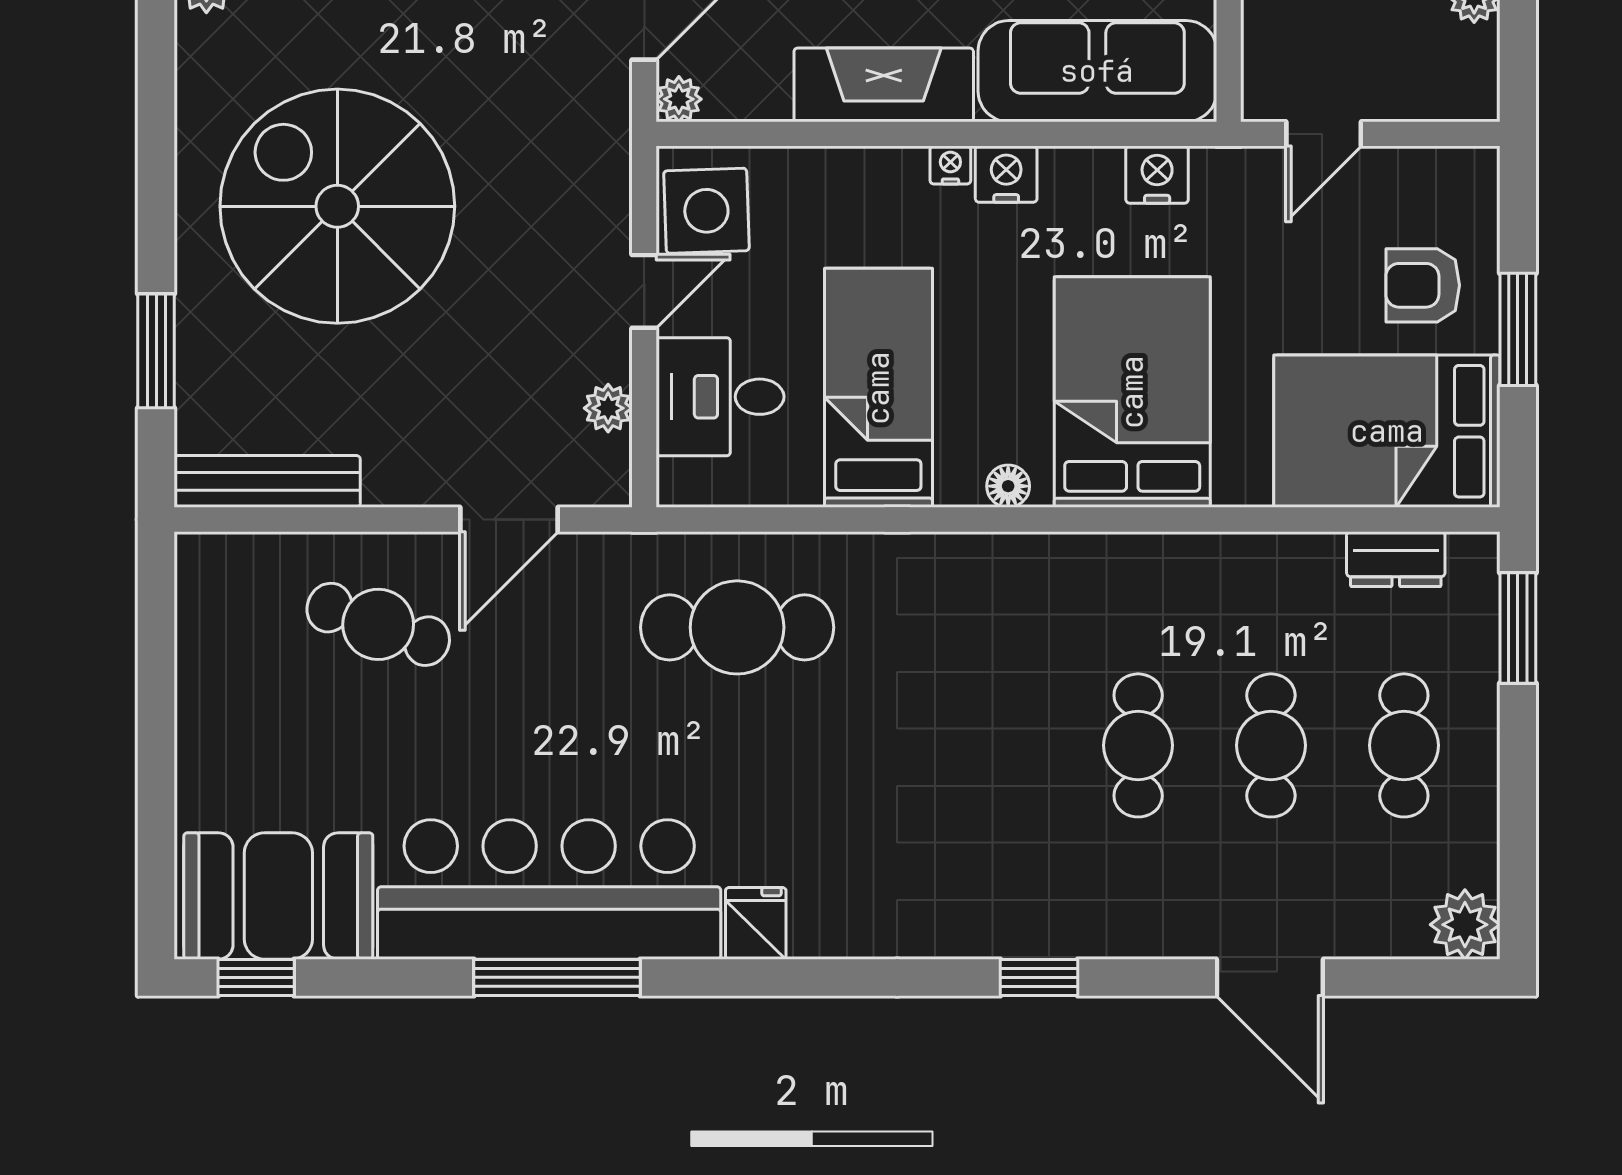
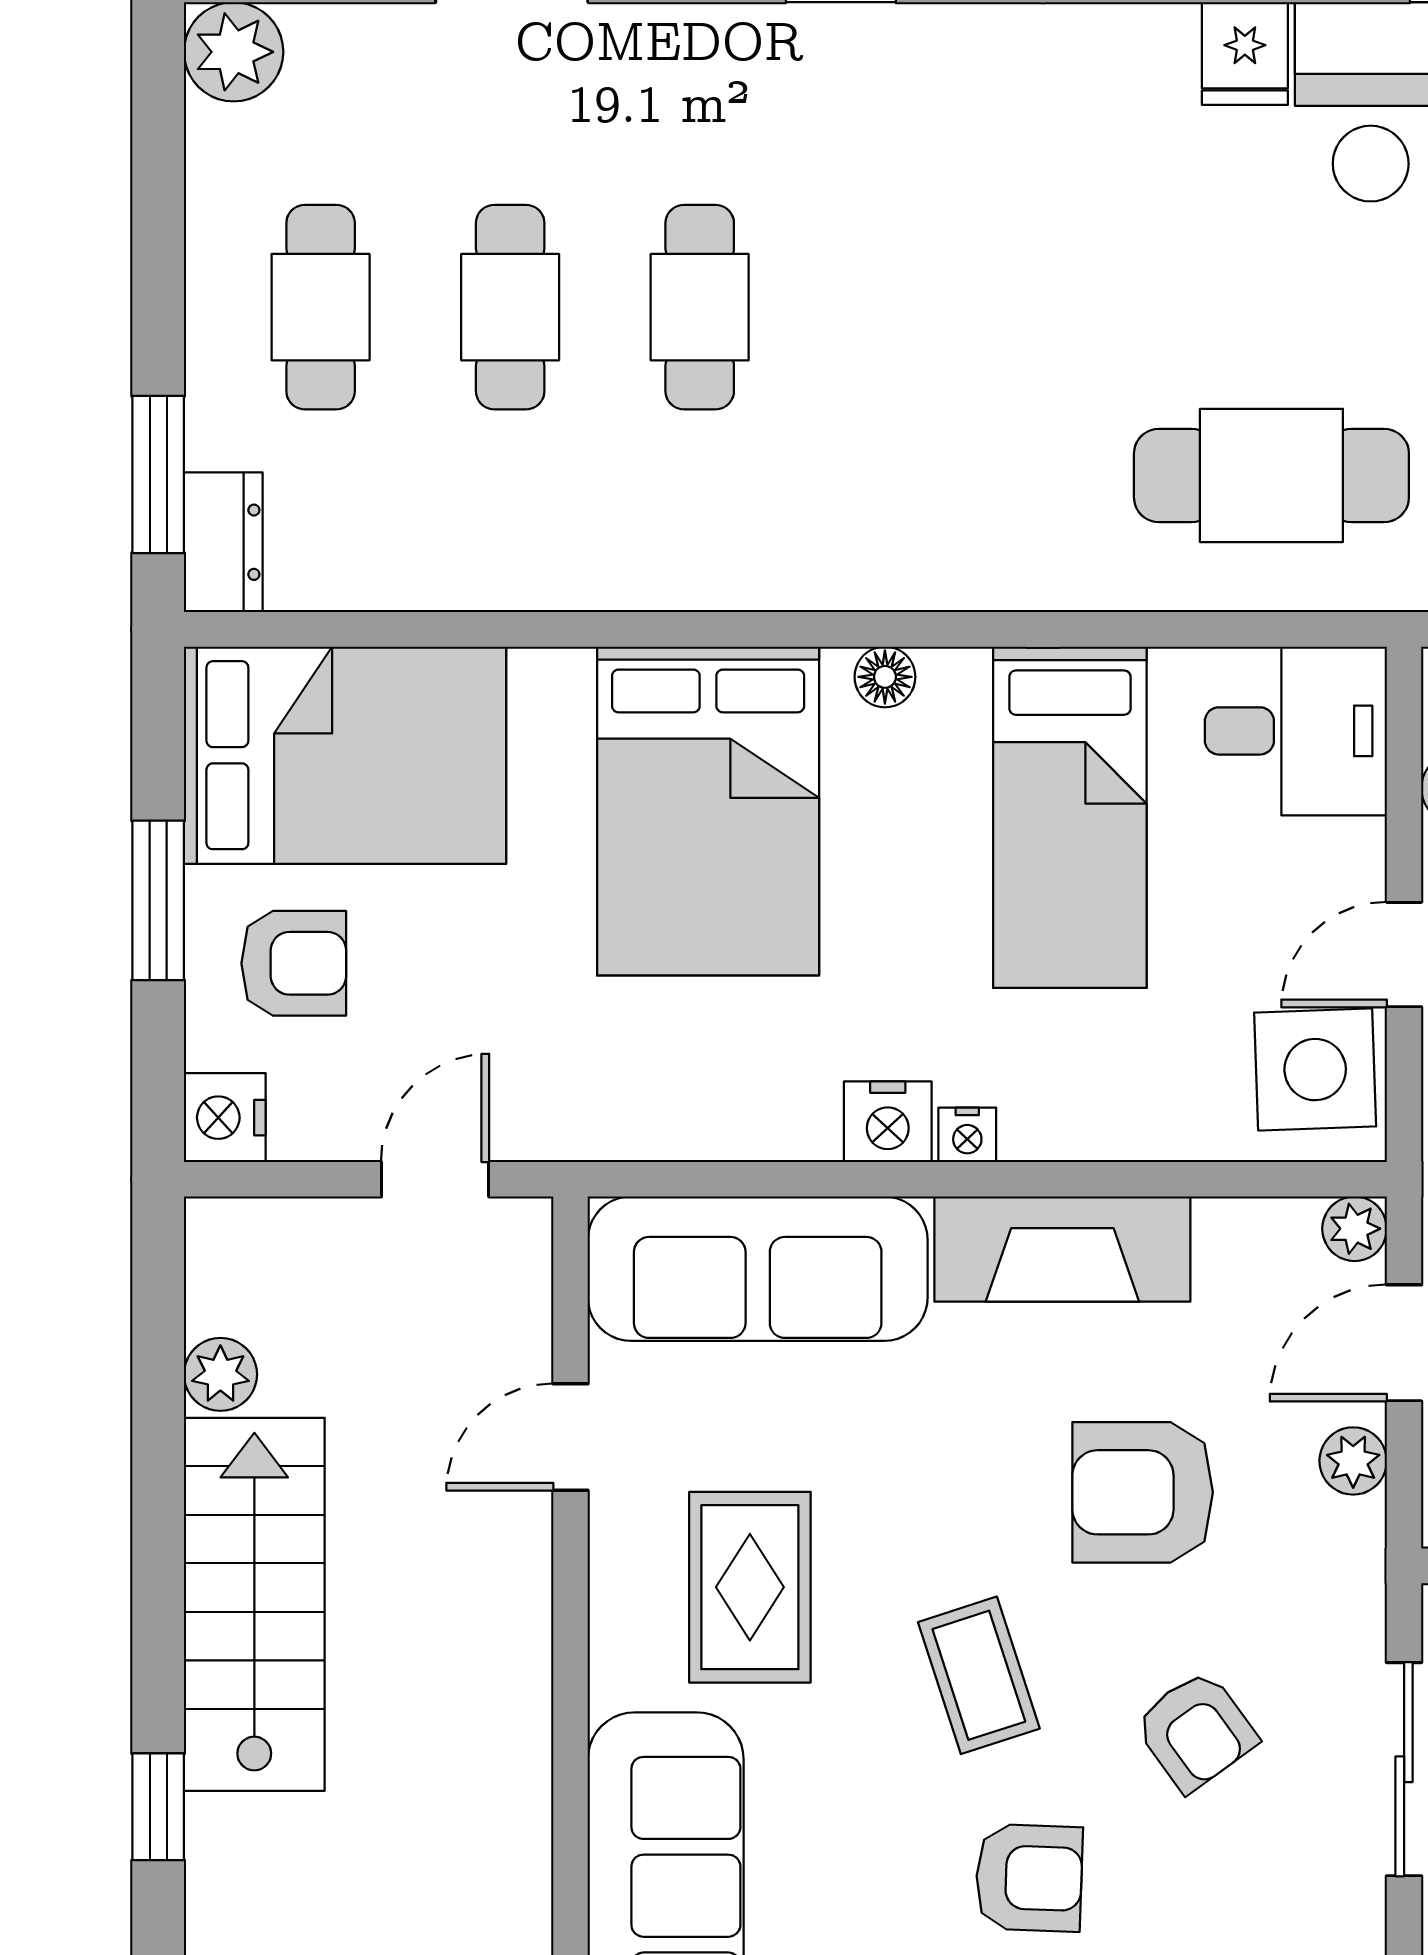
nightstand: (1157, 175) -> (225, 1118), moved, turned 90
desk: (720, 397) -> (1296, 731), moved
dresser: (1396, 559) -> (223, 542), moved, turned 90

